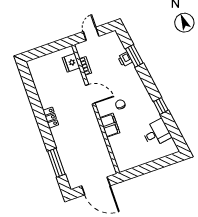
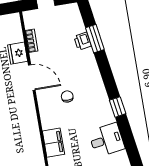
fridge: (71, 63) -> (18, 53), moved
filing cabinet: (110, 125) -> (53, 143), moved

